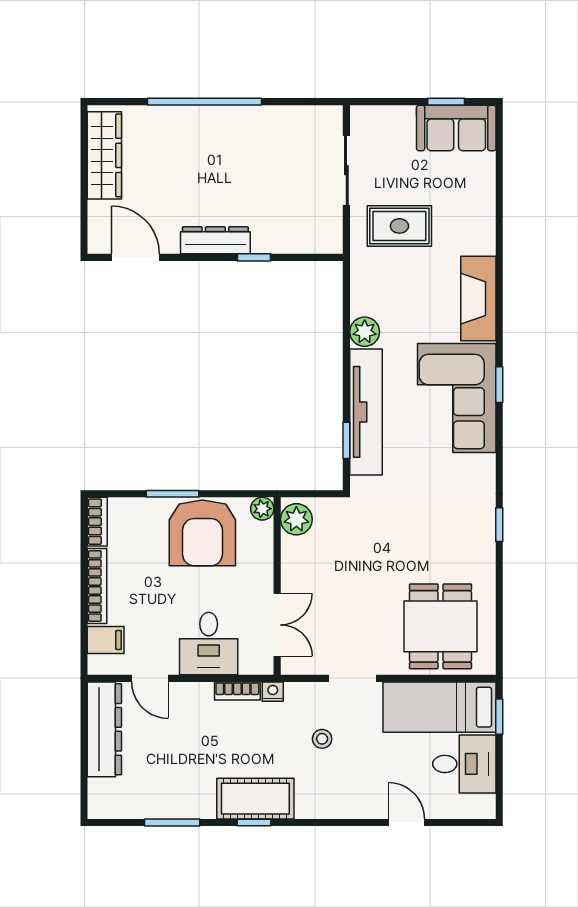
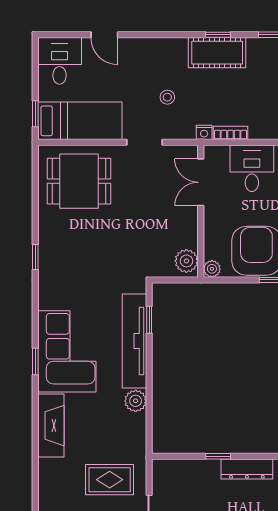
dining table: (440, 626) -> (79, 181), turned 90
desk: (464, 764) -> (60, 61), moved, turned 90

